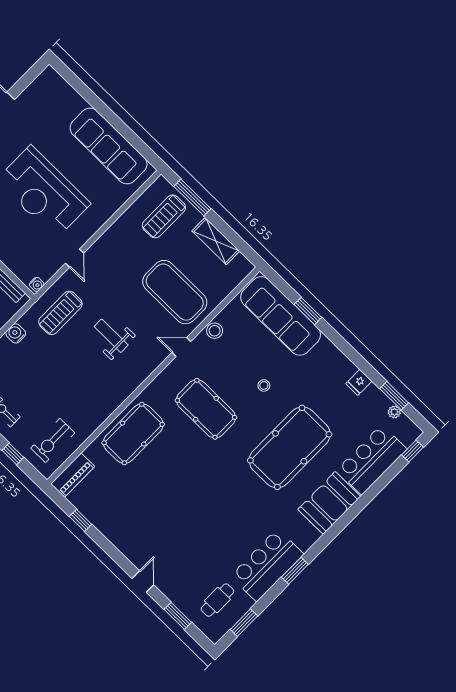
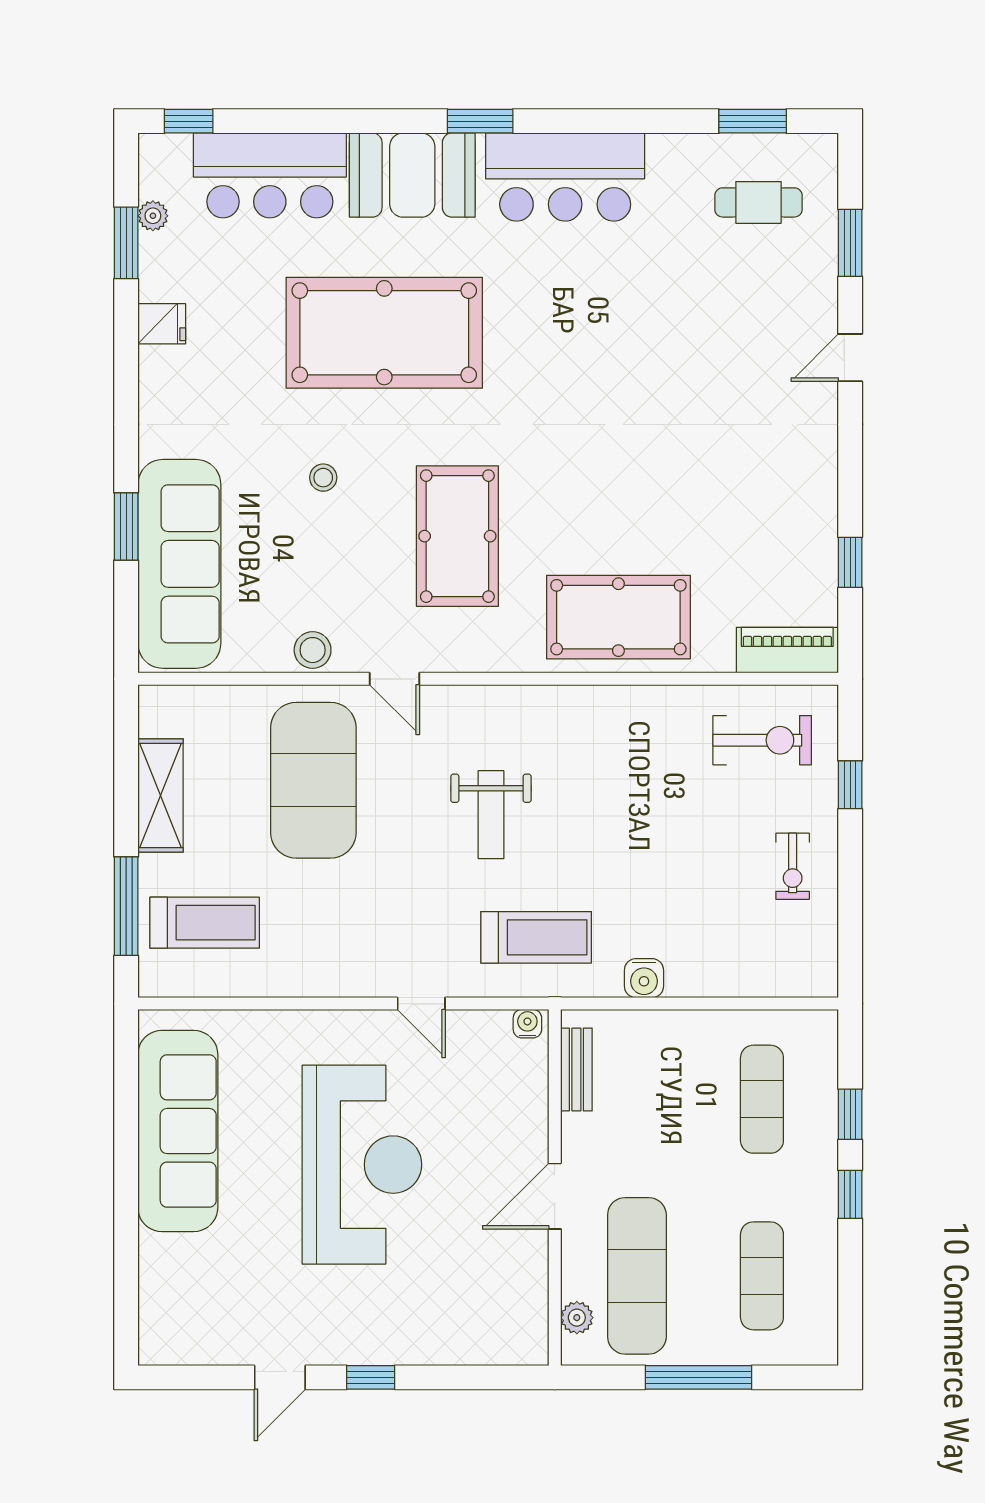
door: (75, 258) -> (421, 1004), swing flipped
bar counter: (267, 565) -> (565, 177), moved
window: (295, 571) -> (480, 121), moved

